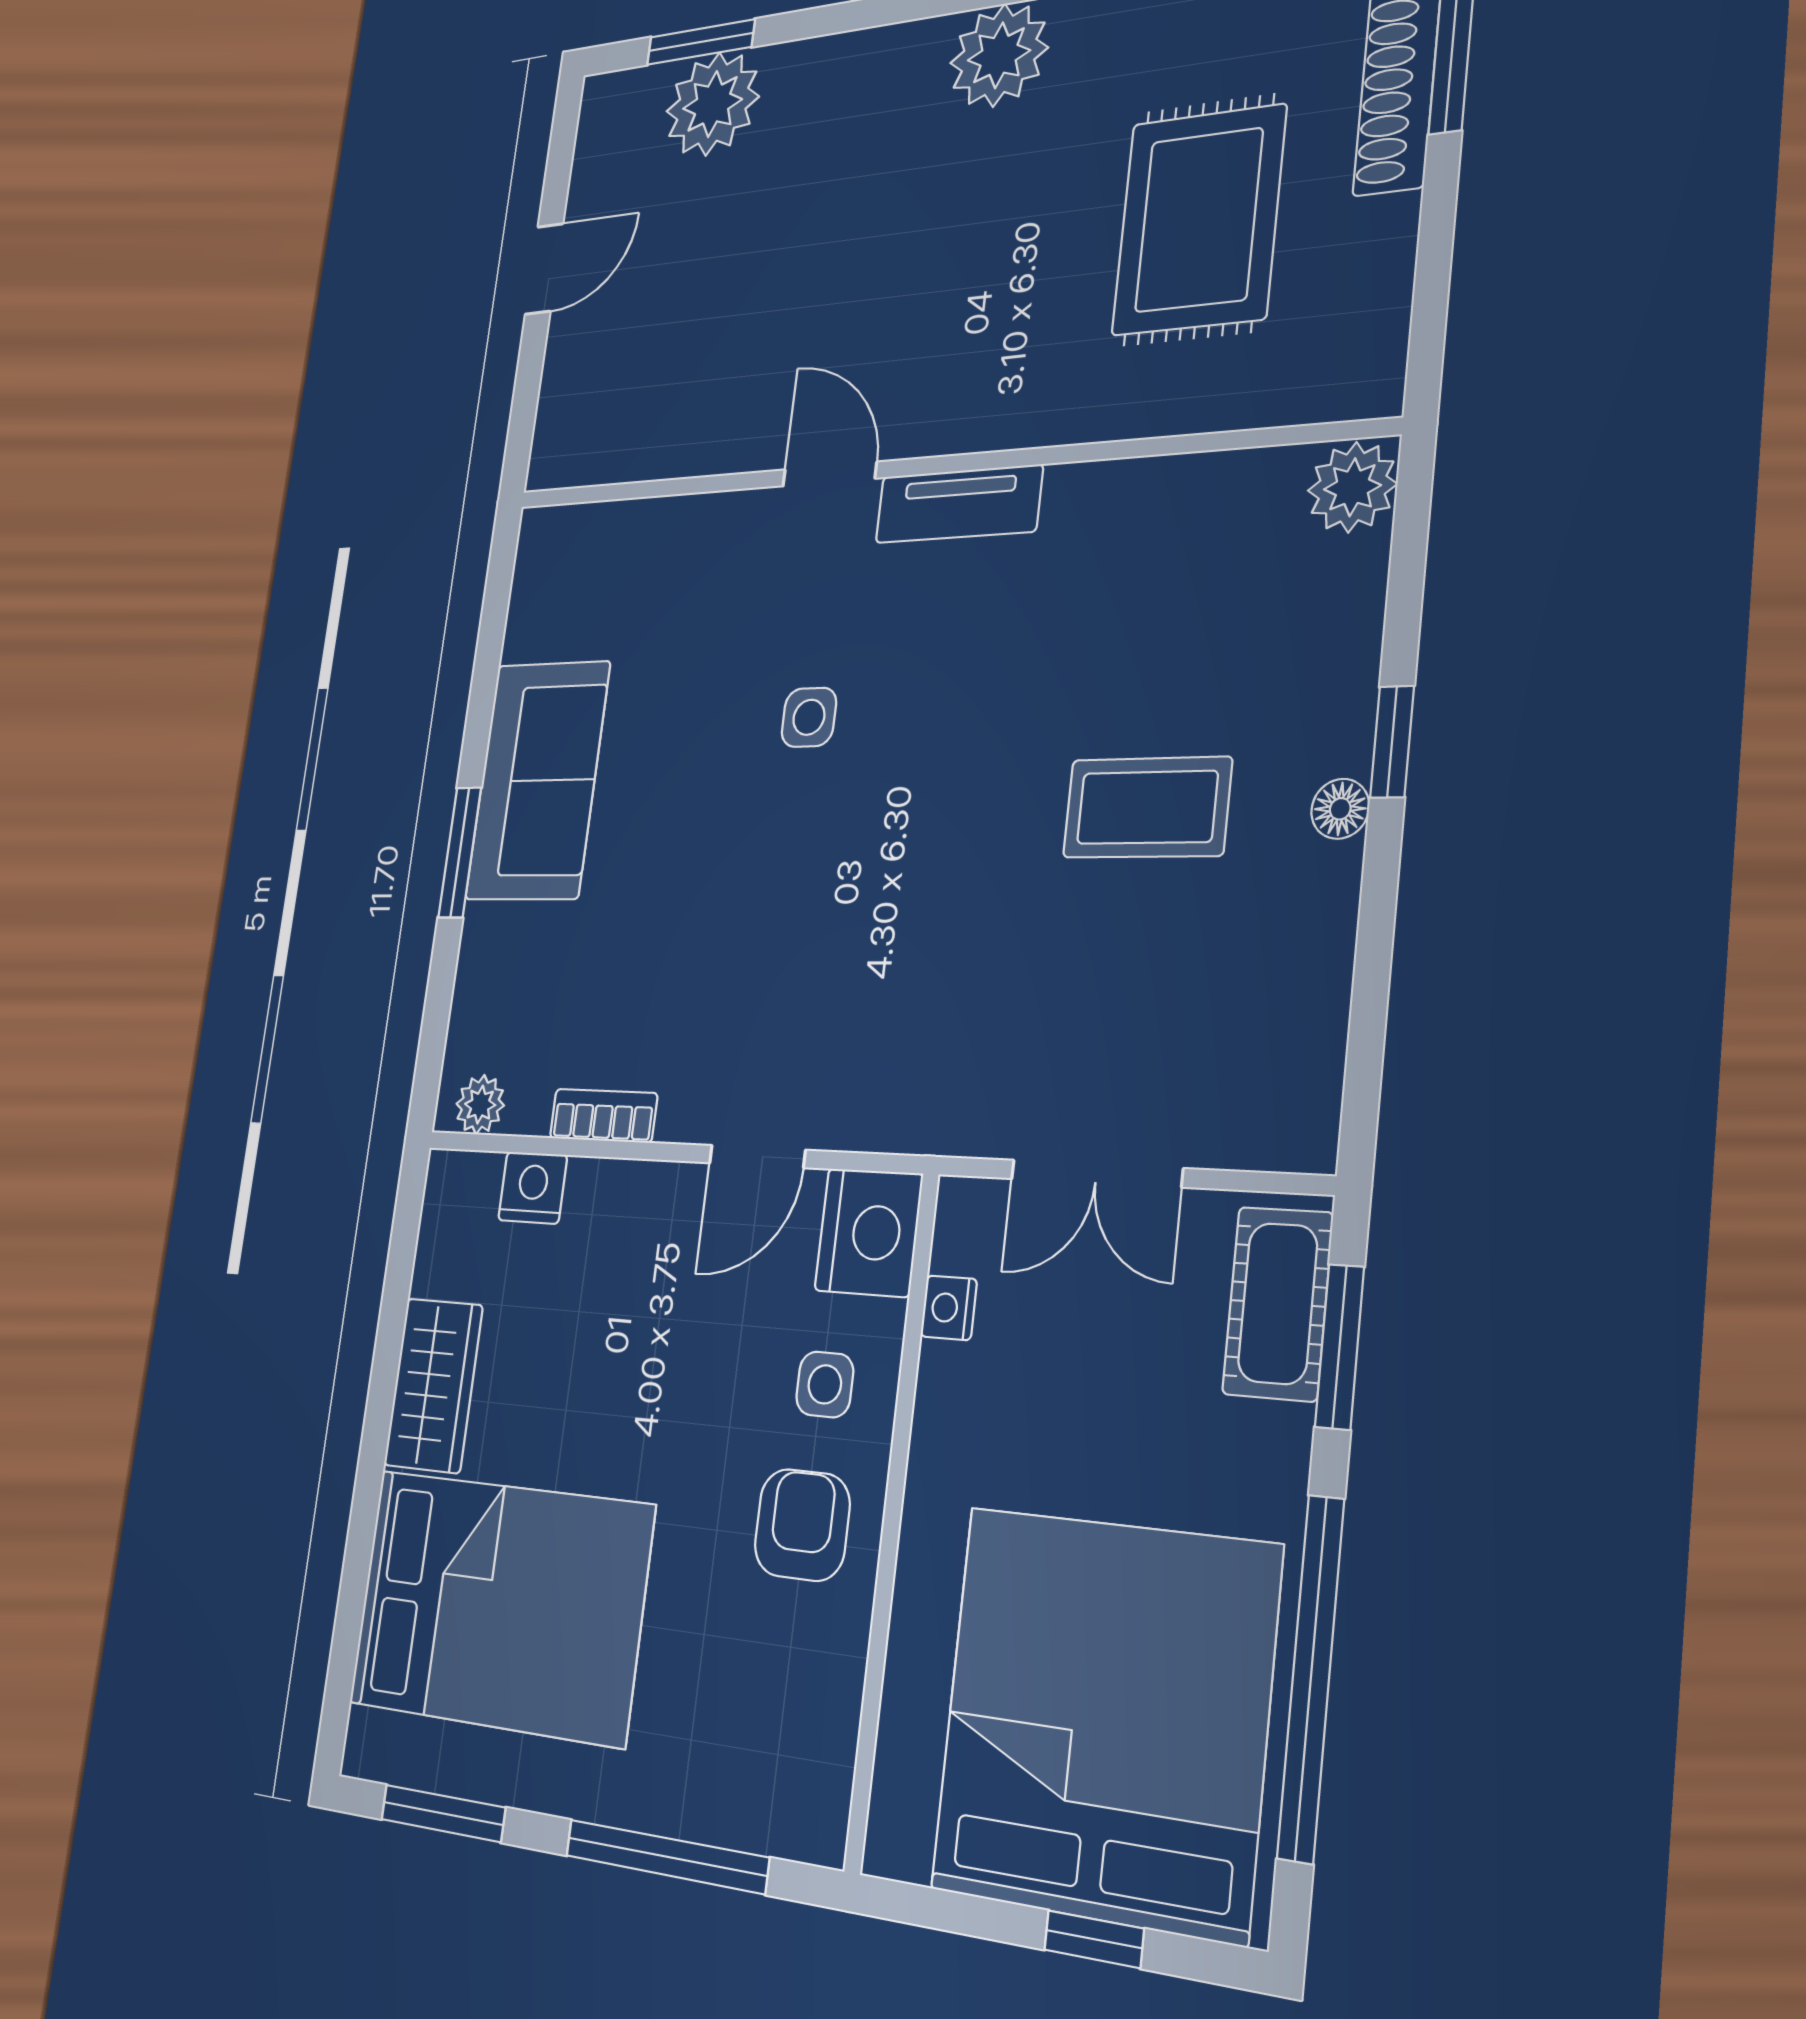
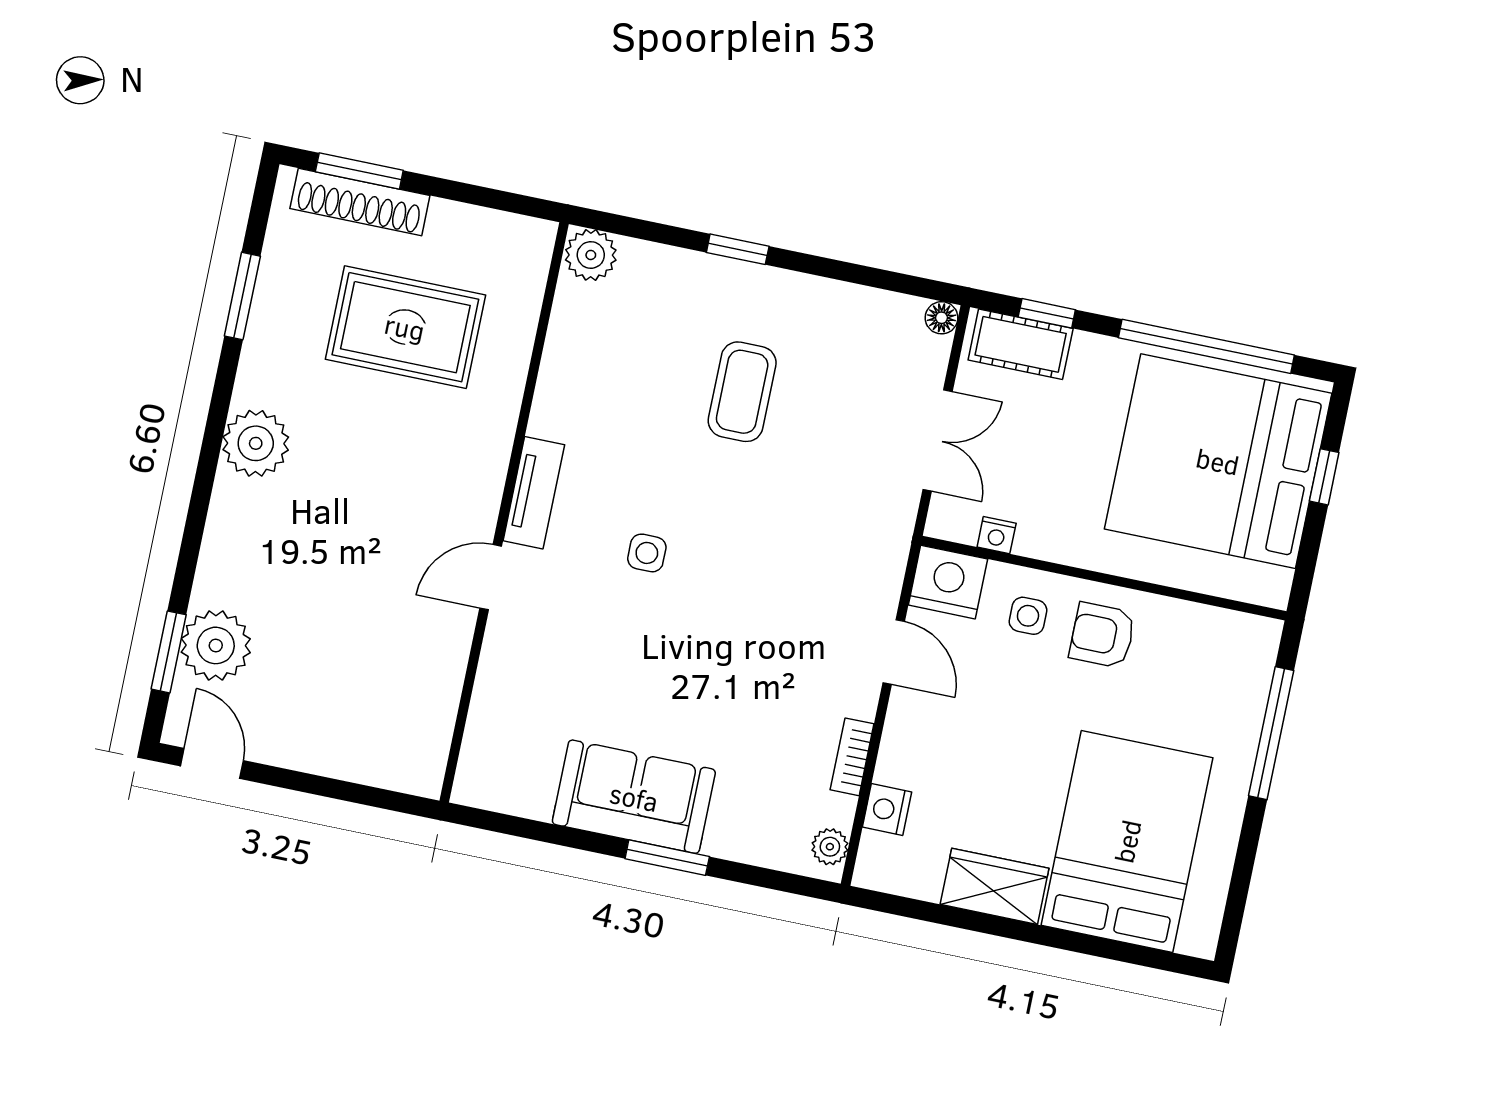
door: (544, 269) -> (212, 763), moved
side table: (809, 717) -> (647, 553), moved
floor lamp: (1340, 809) -> (942, 318), moved
window: (1340, 1347) -> (1047, 313), width x0.67
window: (443, 1813) -> (1240, 885), removed

